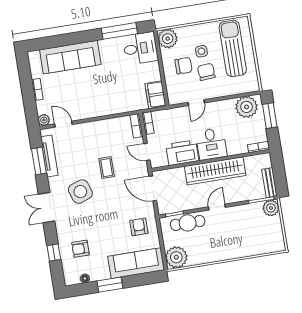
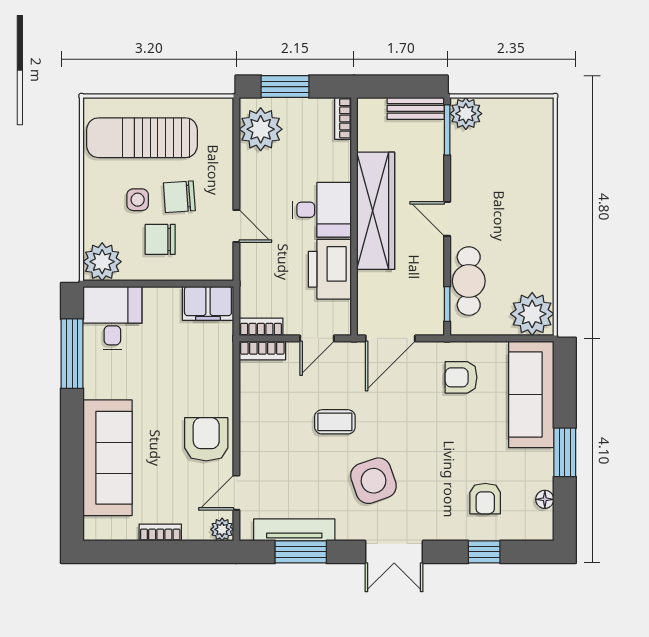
chair: (183, 66) -> (160, 239), turned -90
armchair: (88, 105) -> (206, 439), added

